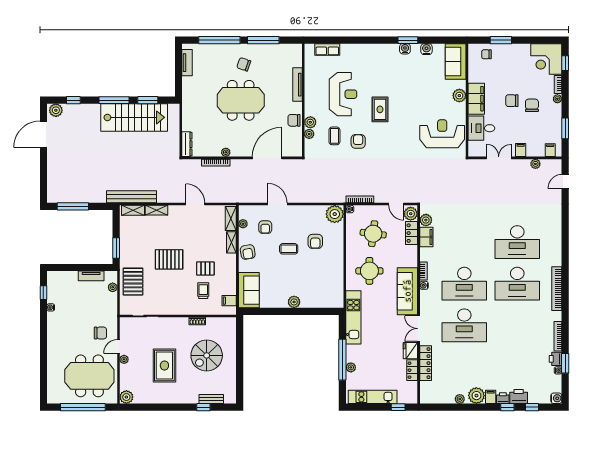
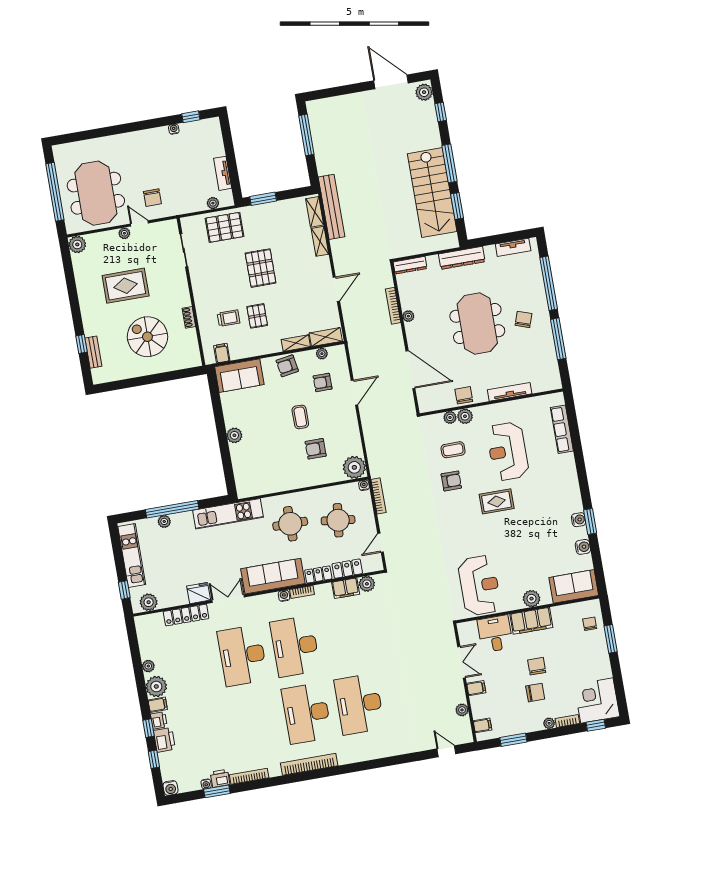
row of seats: (327, 50) -> (562, 429), width x1.48
reception desk: (343, 94) -> (508, 451), turned 90
dresser: (188, 104) -> (462, 258), added
plant: (411, 214) -> (149, 602), moved
locker: (412, 370) -> (318, 574), moved

